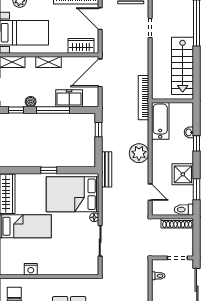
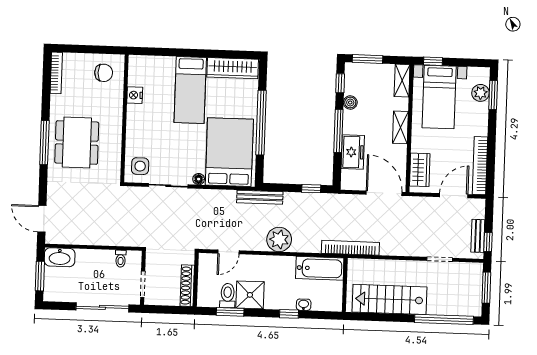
window: (49, 170) -> (261, 123), width x3.17
toilet: (184, 210) -> (228, 296), moved
side table: (86, 263) -> (140, 166), added

